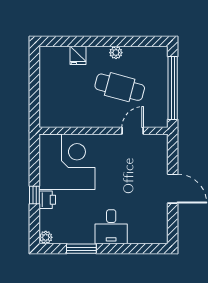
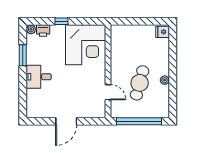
fridge: (78, 55) -> (163, 32), moved
printer: (47, 200) -> (43, 31), moved

